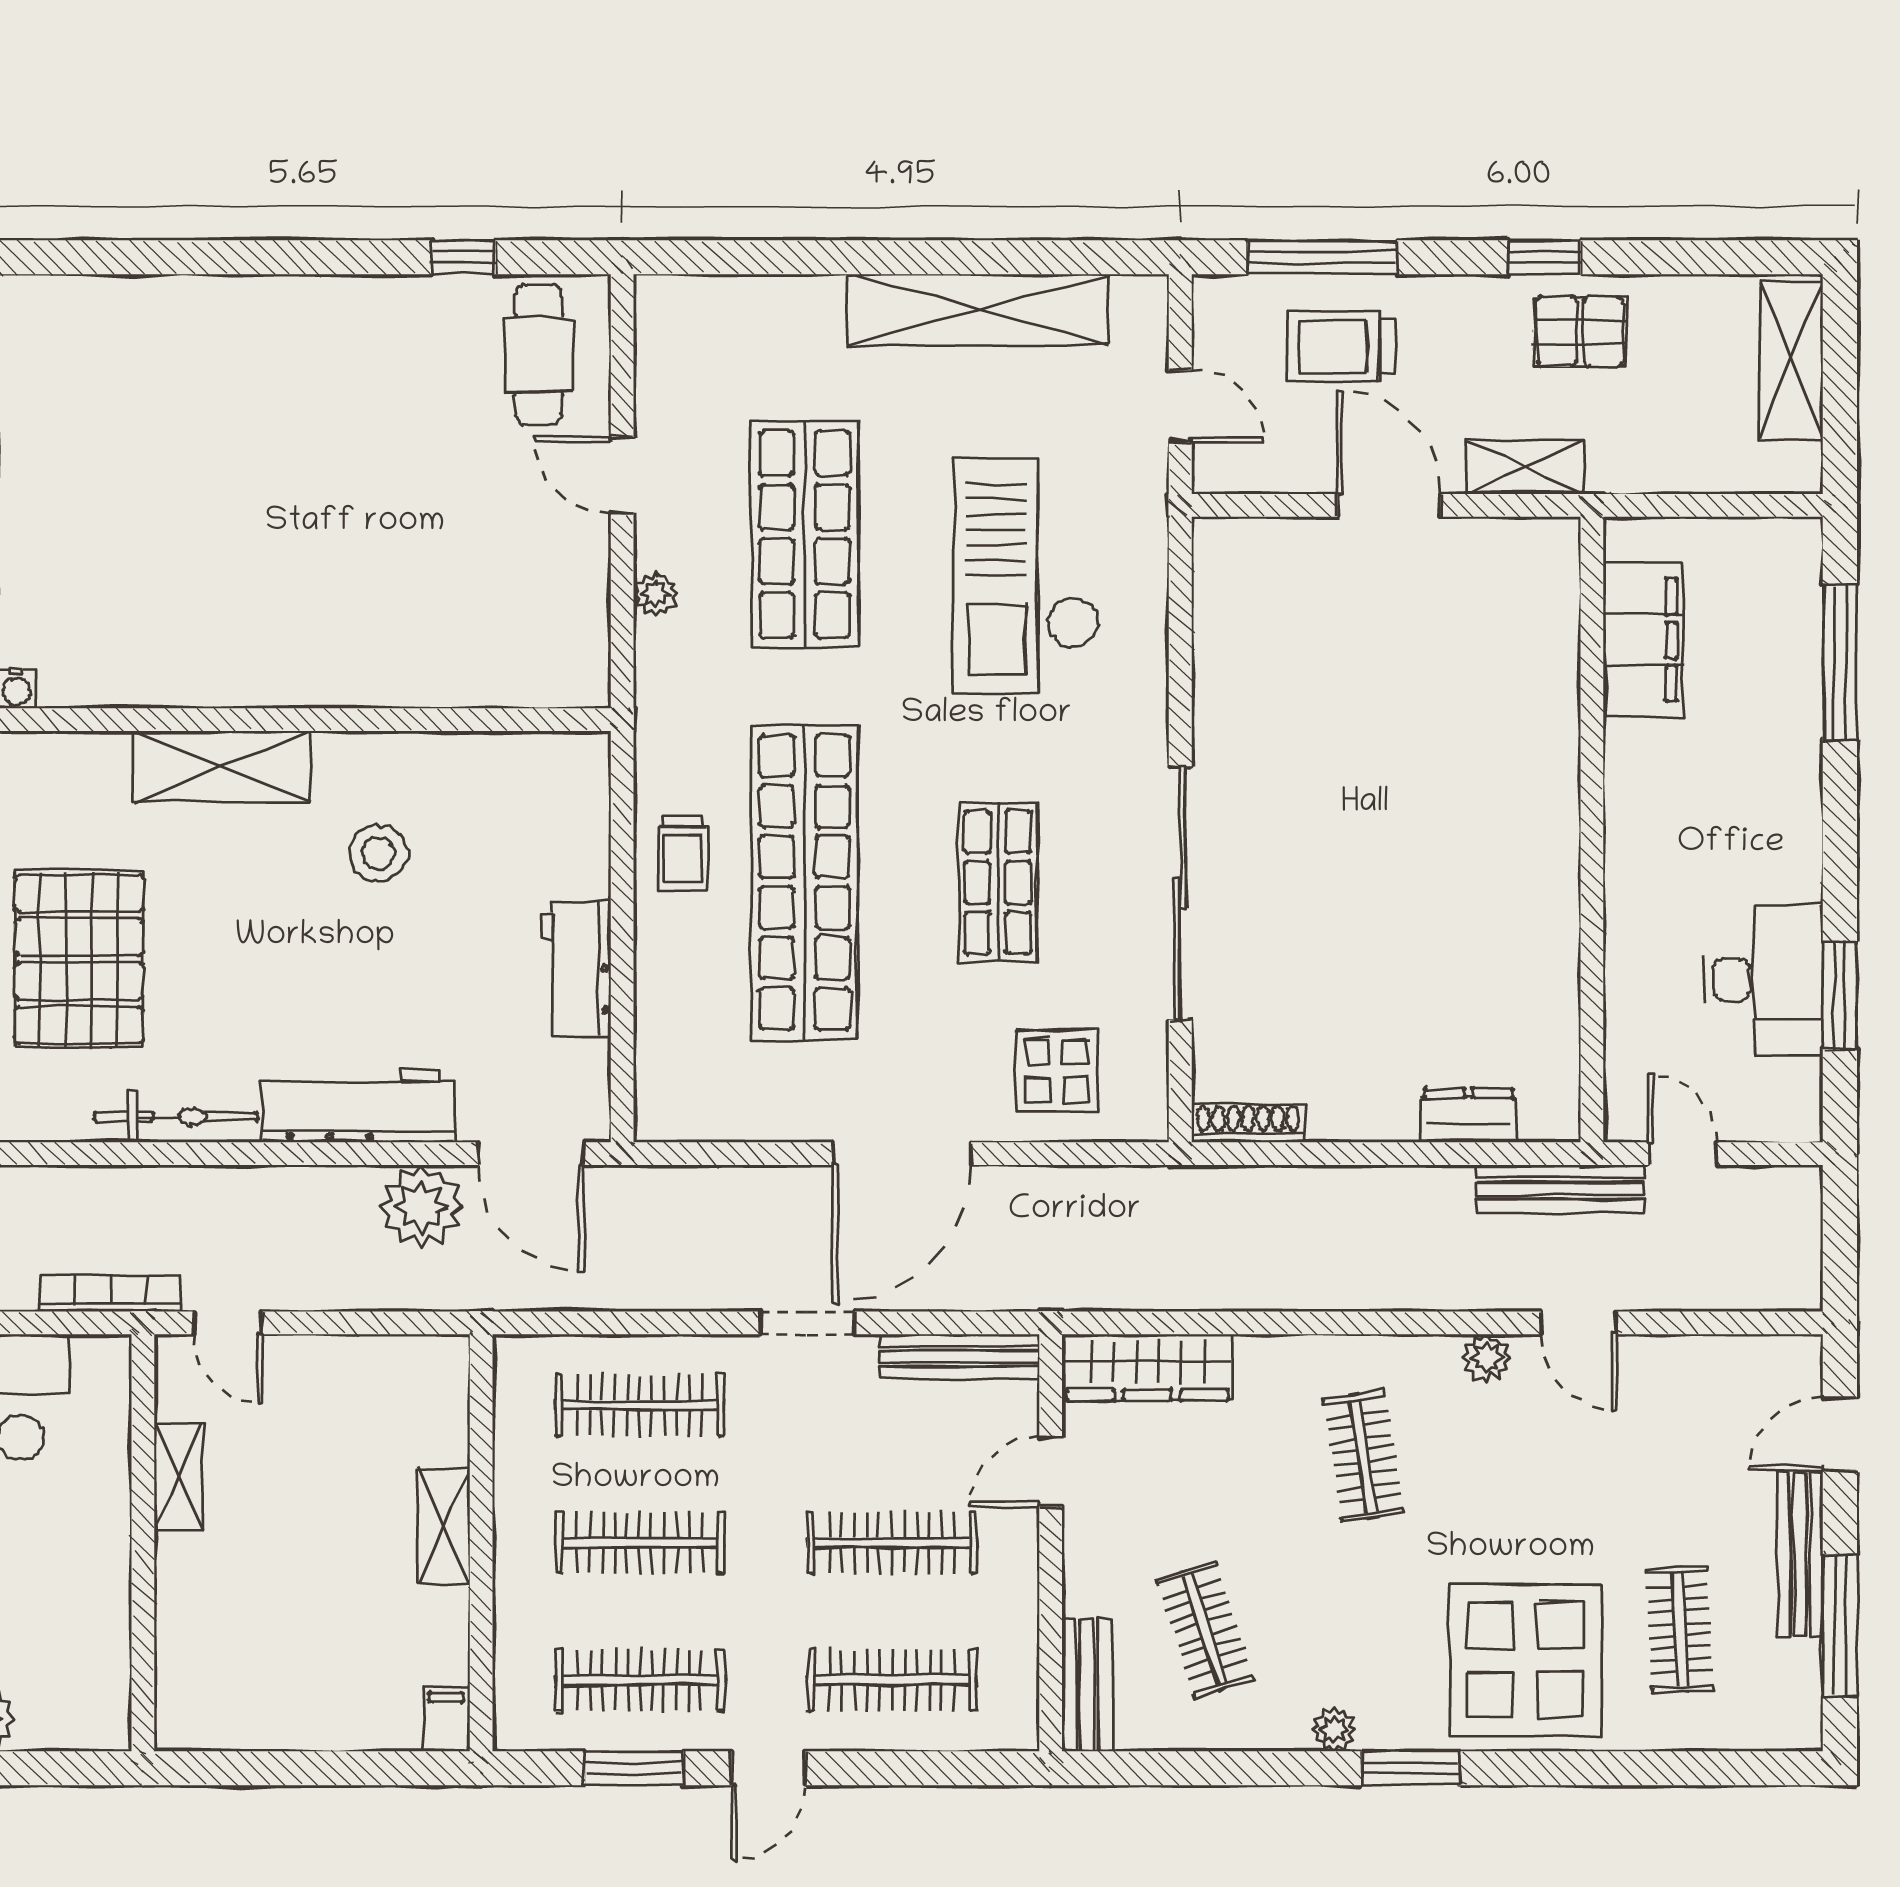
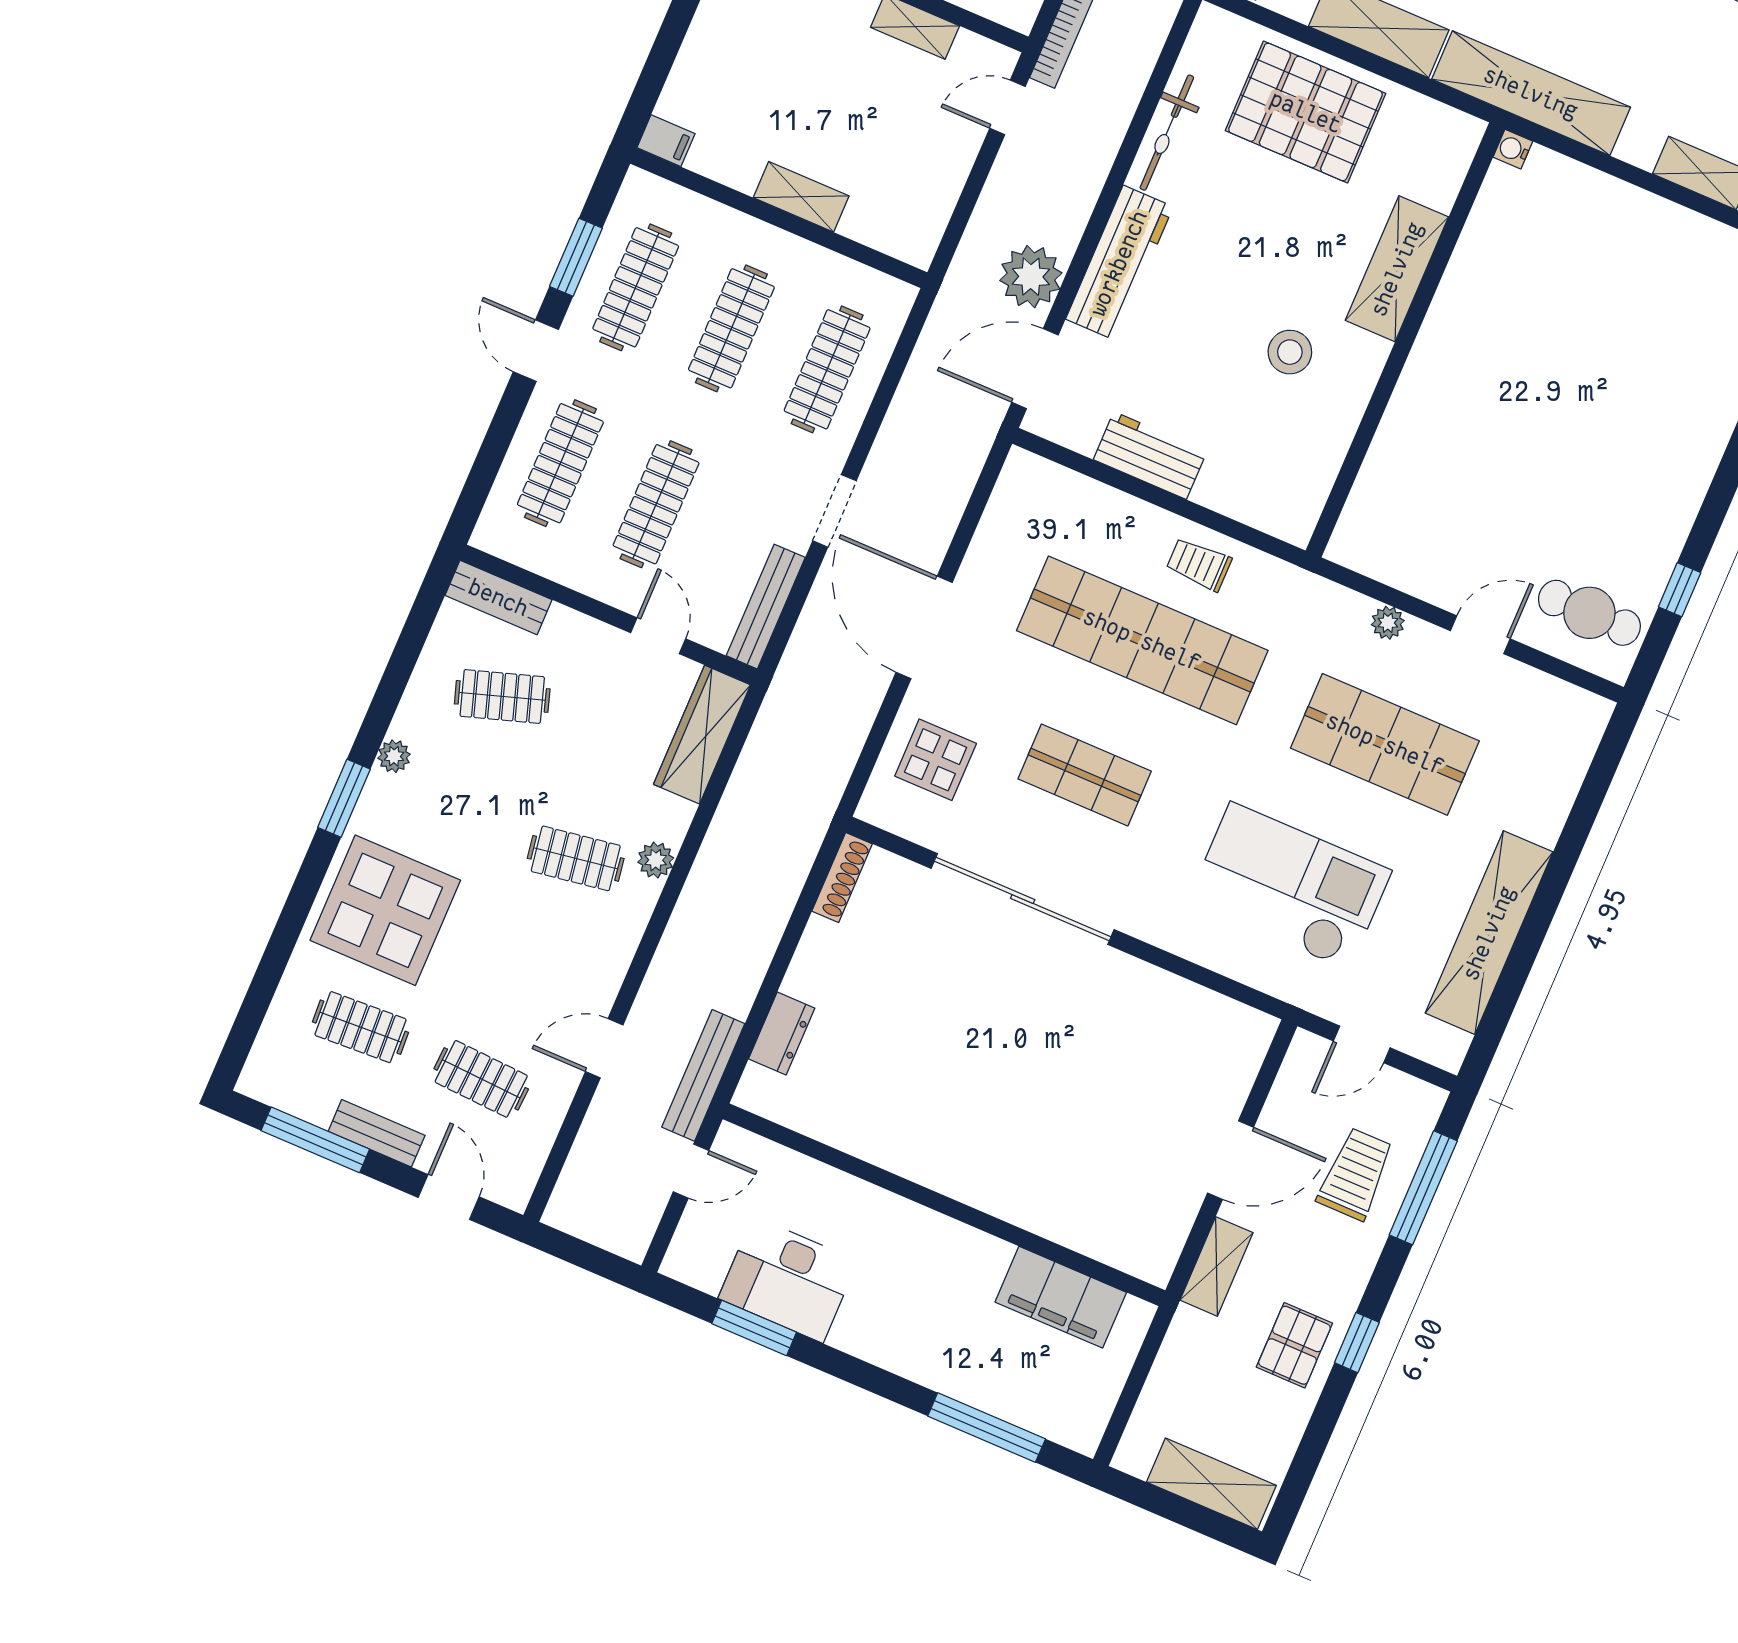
plant: (1486, 1358) -> (656, 860), moved
clothes rail: (1680, 1456) -> (481, 1079), added
bench: (1800, 1555) -> (377, 1133), width x0.73

